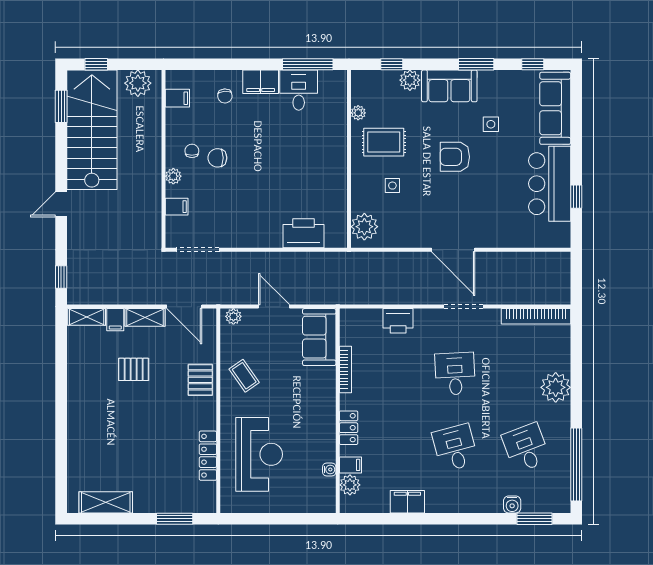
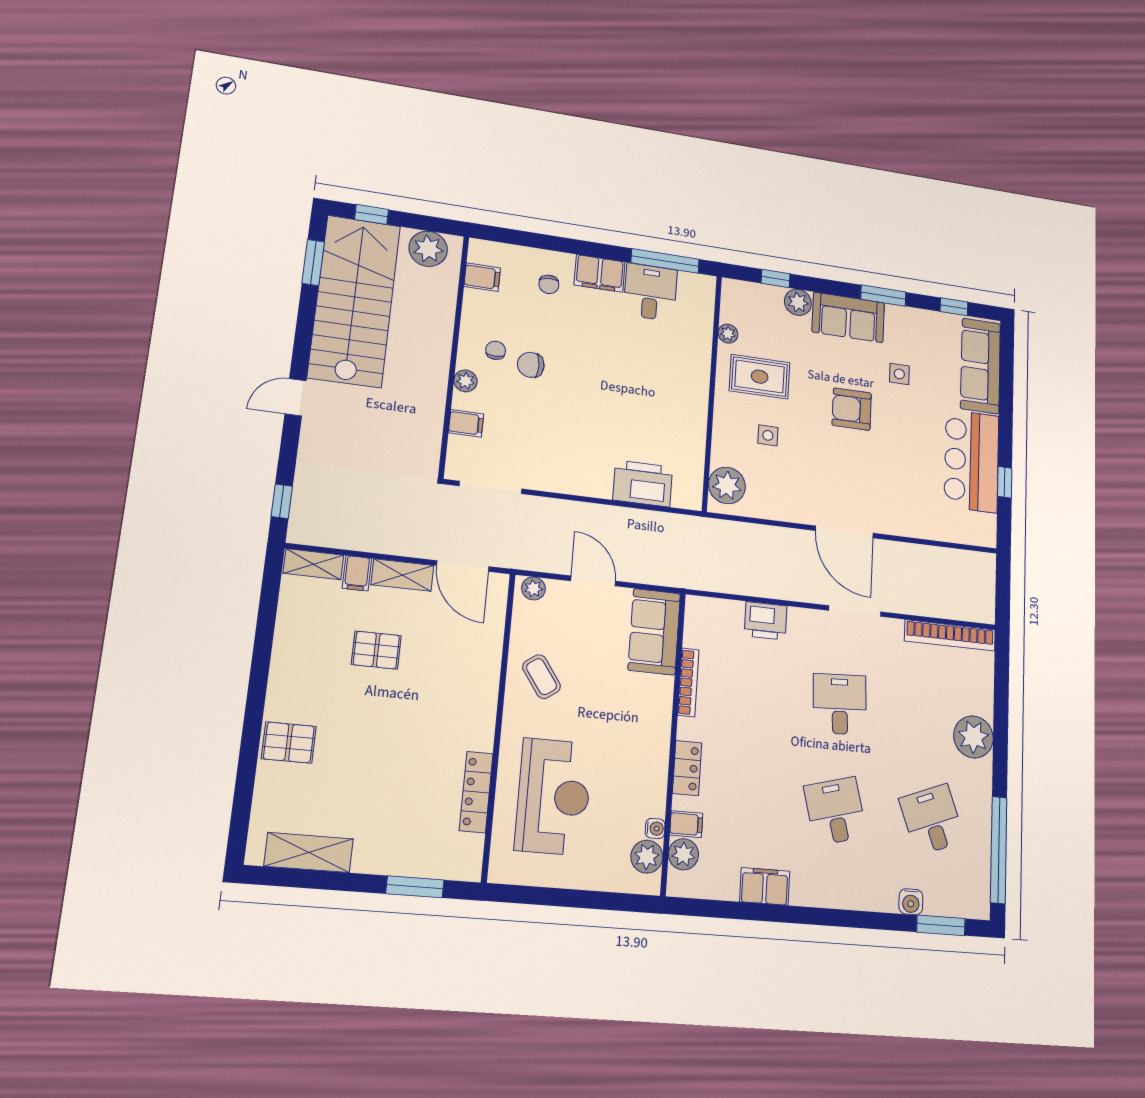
pallet: (200, 380) -> (289, 743), moved, turned 90
plant: (325, 488) -> (647, 857), added

